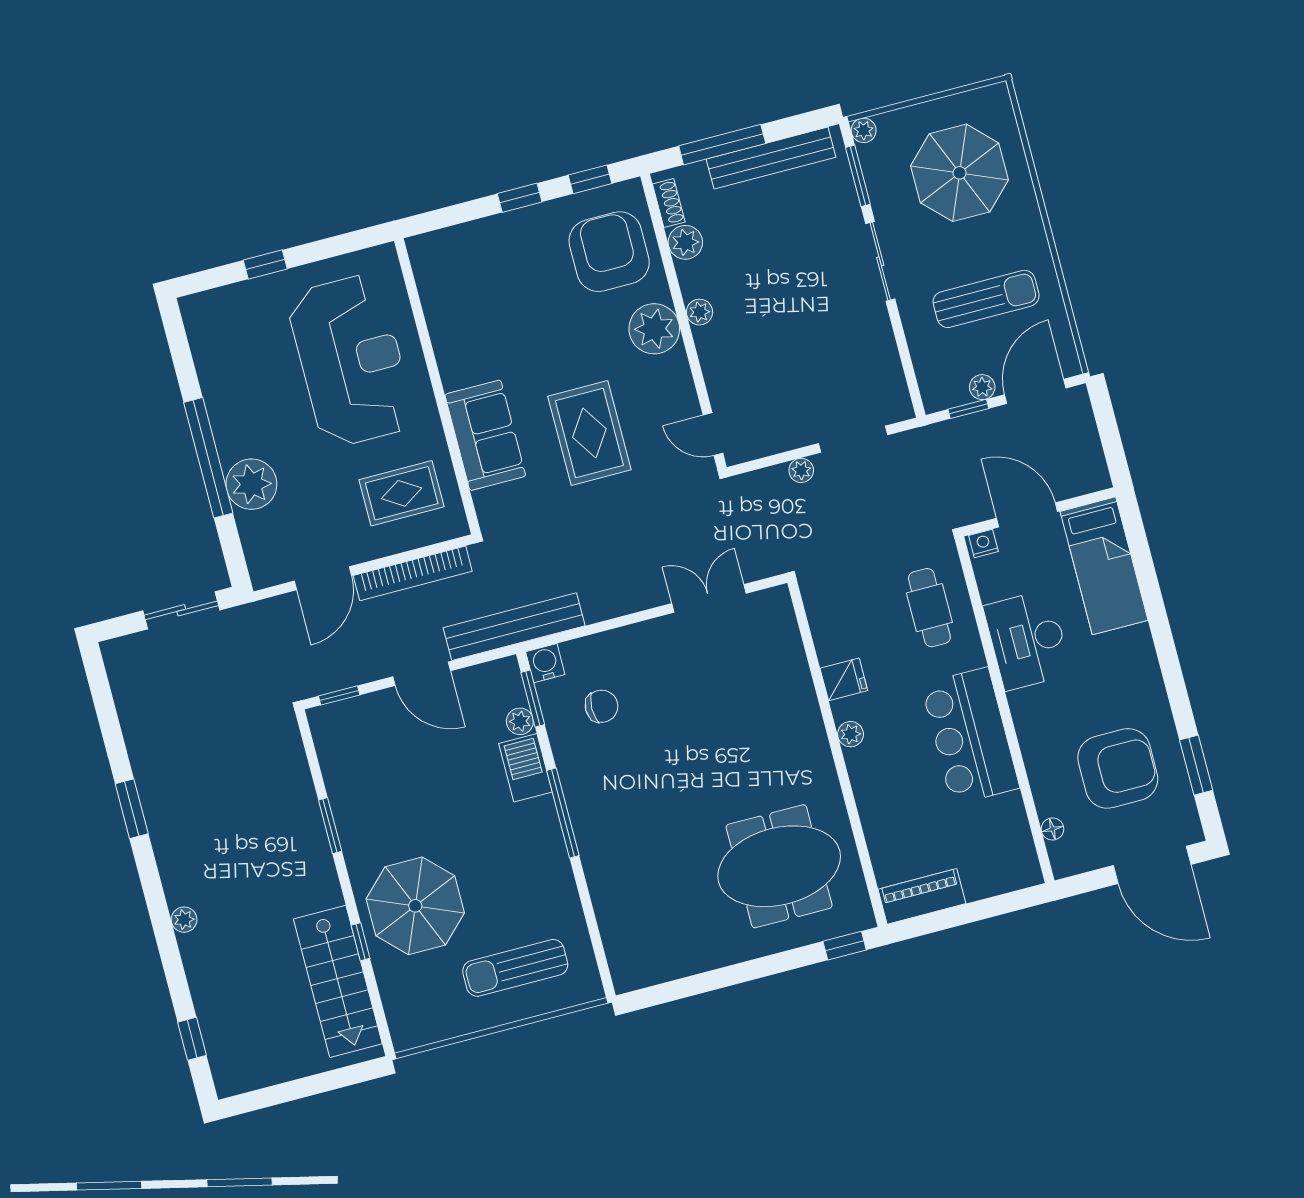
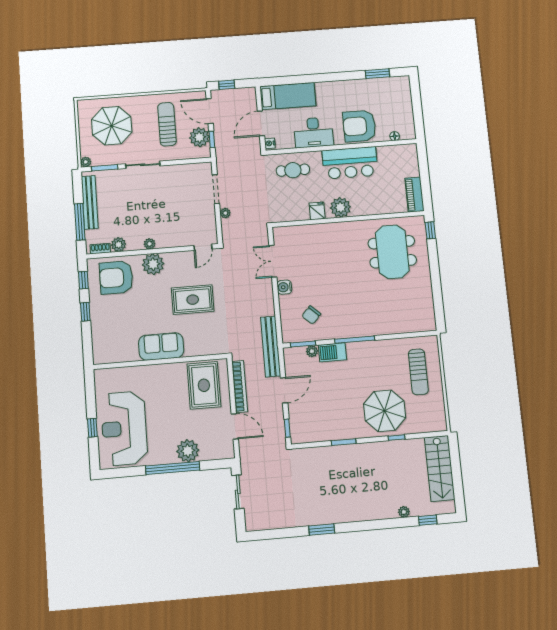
reception desk: (351, 361) -> (124, 428), moved, turned -90
plant: (982, 387) -> (199, 137), width x1.88, depth x1.88
window: (1105, 419) -> (227, 85), added
sofa: (485, 435) -> (161, 347), moved
rug: (402, 493) -> (204, 385), width x1.36, depth x1.43
water cooler: (545, 663) -> (284, 287), moved
chair: (602, 706) -> (311, 315), turned -137
plant: (851, 734) -> (340, 207), width x1.88, depth x1.88
armchair: (1118, 768) -> (359, 126), moved, turned -90
door: (1152, 865) -> (416, 99), removed
plant: (184, 920) -> (404, 512), moved
stairs: (338, 981) -> (440, 468), moved, turned 90

